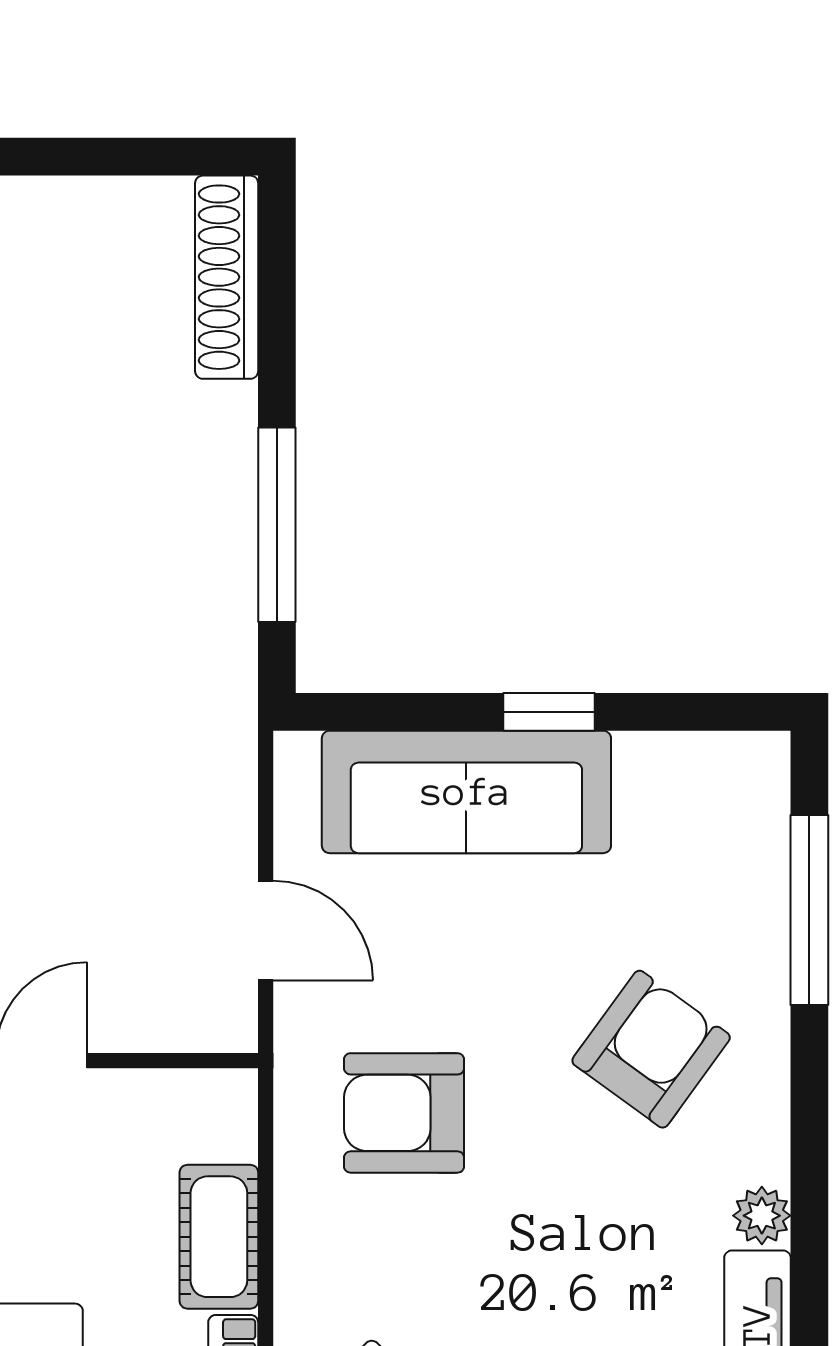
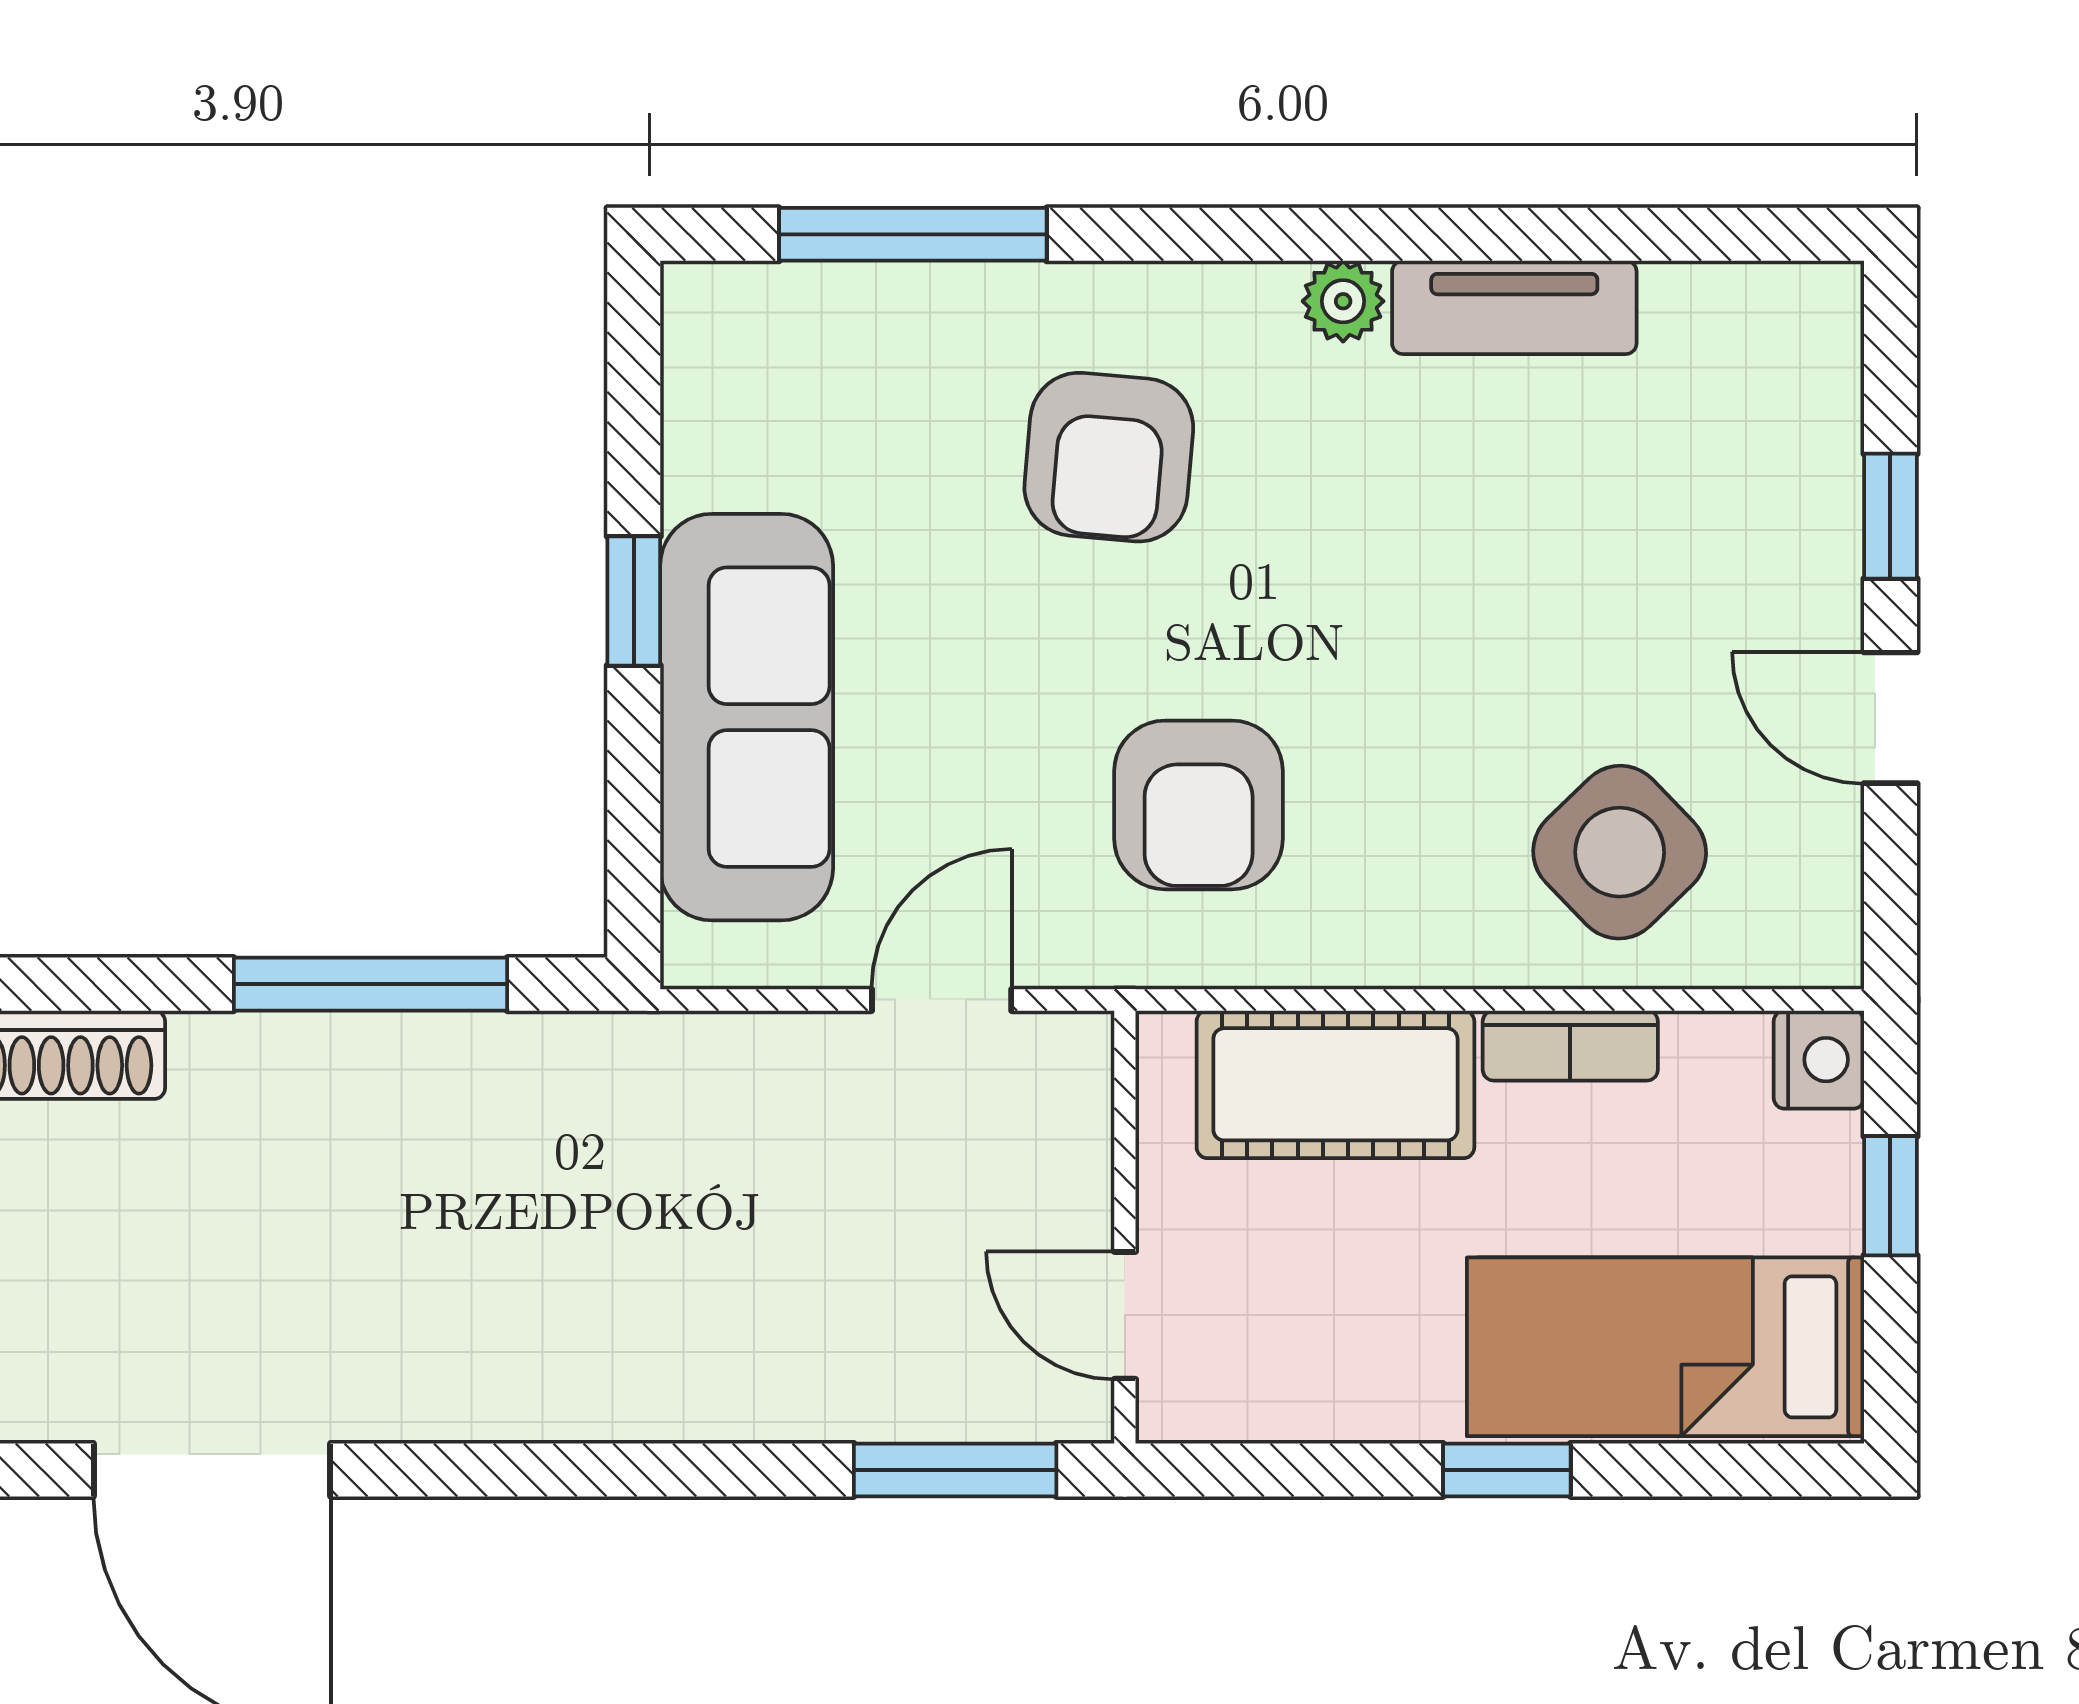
armchair: (651, 1049) -> (1109, 457), turned -121
cot: (219, 1237) -> (1335, 1084), width x1.37, depth x1.34

